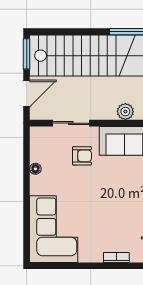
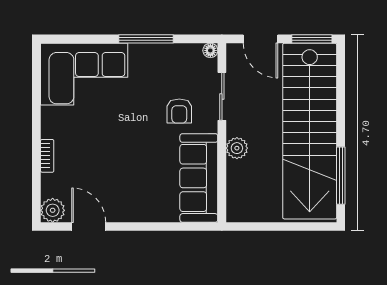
plant: (125, 112) -> (237, 148), moved
floor lamp: (35, 169) -> (210, 50), moved
window: (27, 181) -> (146, 39), added

